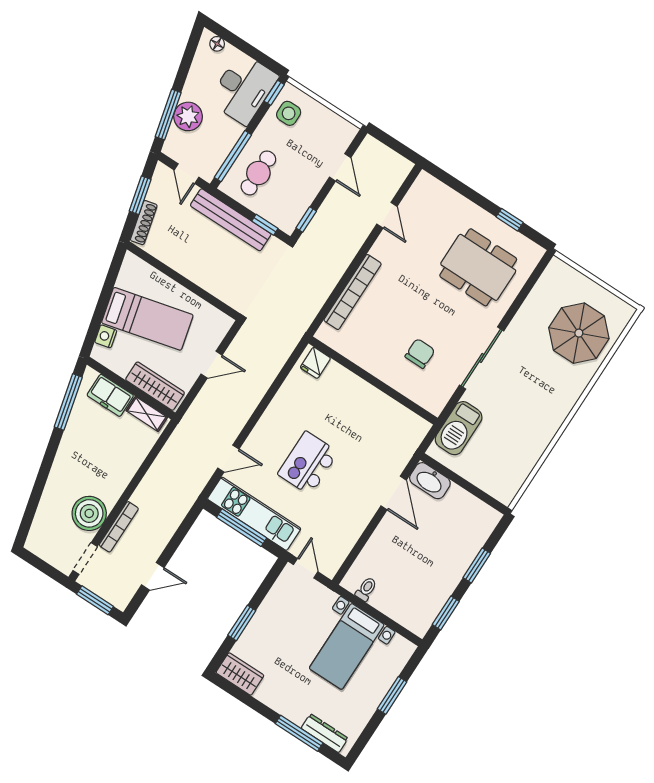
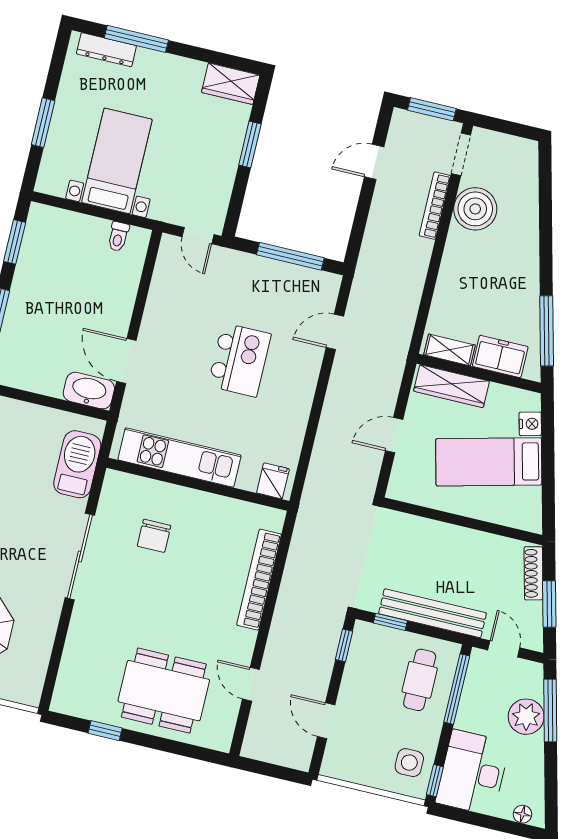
dining table: (478, 267) -> (164, 691), moved
kitchen unit: (254, 514) -> (179, 457), moved, turned 180

